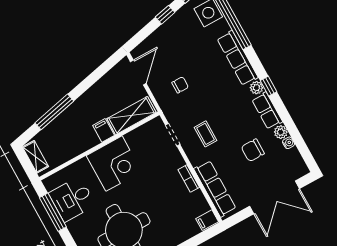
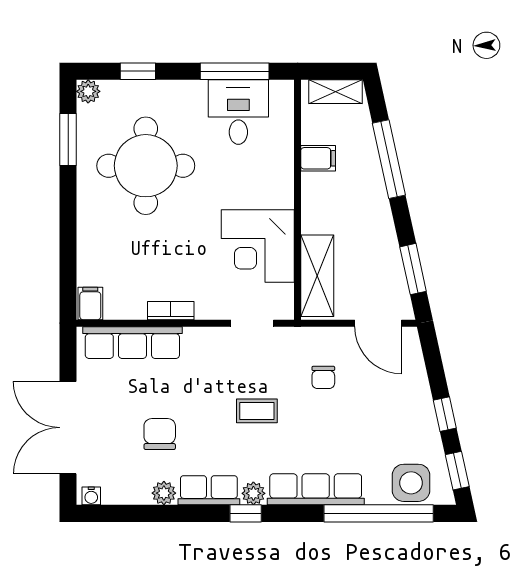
window: (102, 70) -> (413, 269), added
filing cabinet: (104, 130) -> (318, 158), moved
coffee table: (205, 134) -> (257, 411), moved
water cooler: (289, 143) -> (91, 496), moved
corner desk: (114, 164) -> (258, 246), moved

